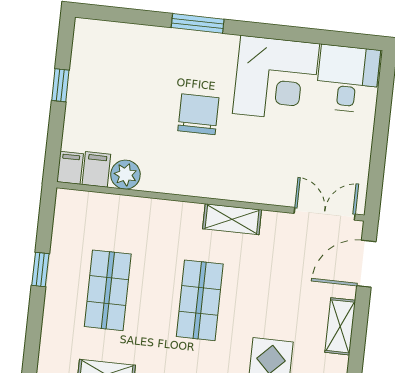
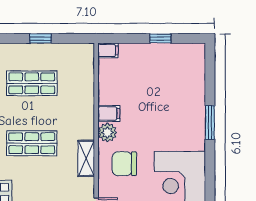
chair: (198, 114) -> (124, 164), moved, turned 180
filing cabinet: (96, 169) -> (109, 113), moved
plant: (125, 175) -> (107, 133), moved

